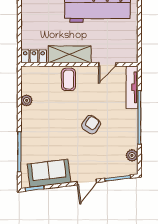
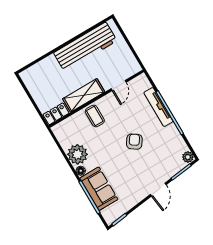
tv unit: (132, 87) -> (158, 107), moved
plant: (27, 100) -> (77, 154), width x1.87, depth x1.87
floor lamp: (26, 122) -> (81, 171), added
plant: (132, 155) -> (188, 157), moved
sofa: (49, 173) -> (99, 189), moved, turned 97

